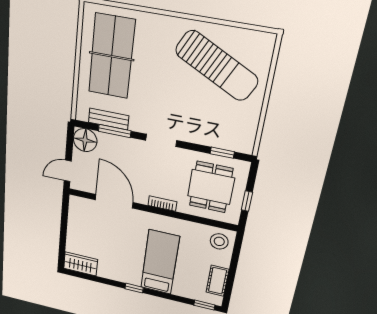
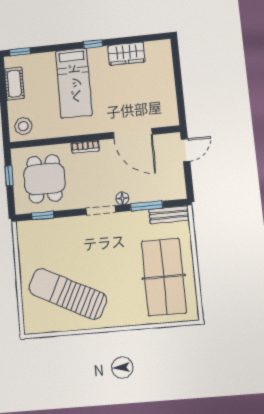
bench: (109, 119) -> (169, 215), moved
floor lamp: (85, 140) -> (122, 198), moved, width x0.53, depth x0.53
wardrobe: (80, 264) -> (126, 54), moved

